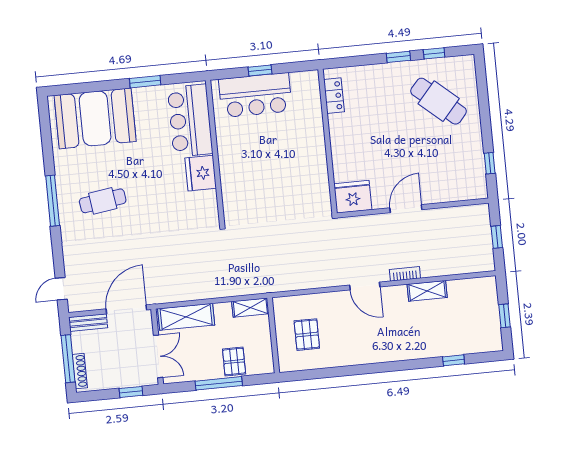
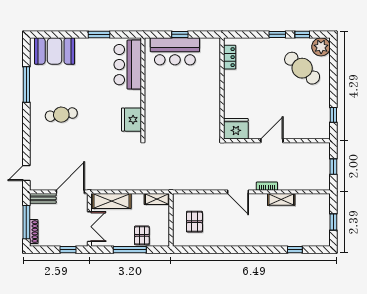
plant: (463, 68) -> (321, 47), added
booth: (95, 118) -> (55, 51), width x0.73, depth x0.70
fridge: (201, 173) -> (131, 120), moved
window: (53, 201) -> (26, 85), moved

